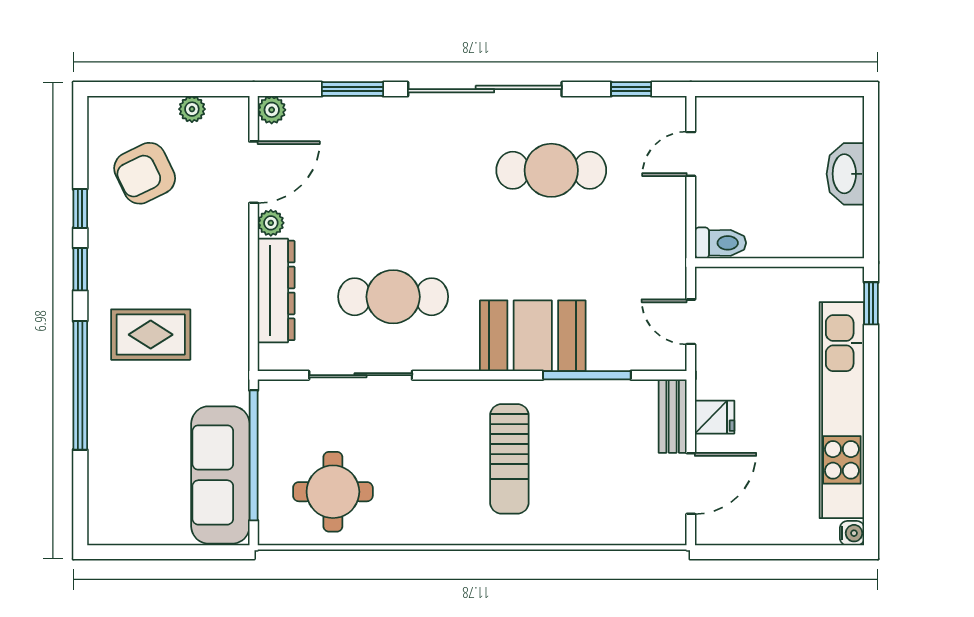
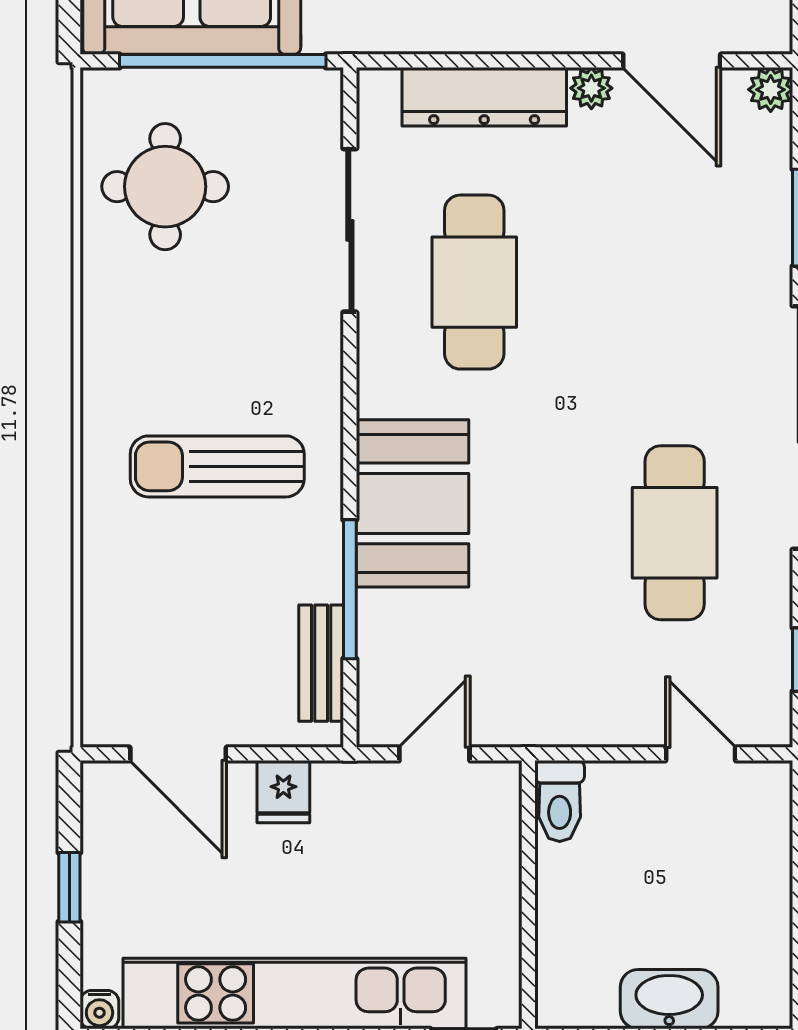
bench: (673, 416) -> (321, 663), moved, turned 90
window: (775, 552) -> (69, 887), added

